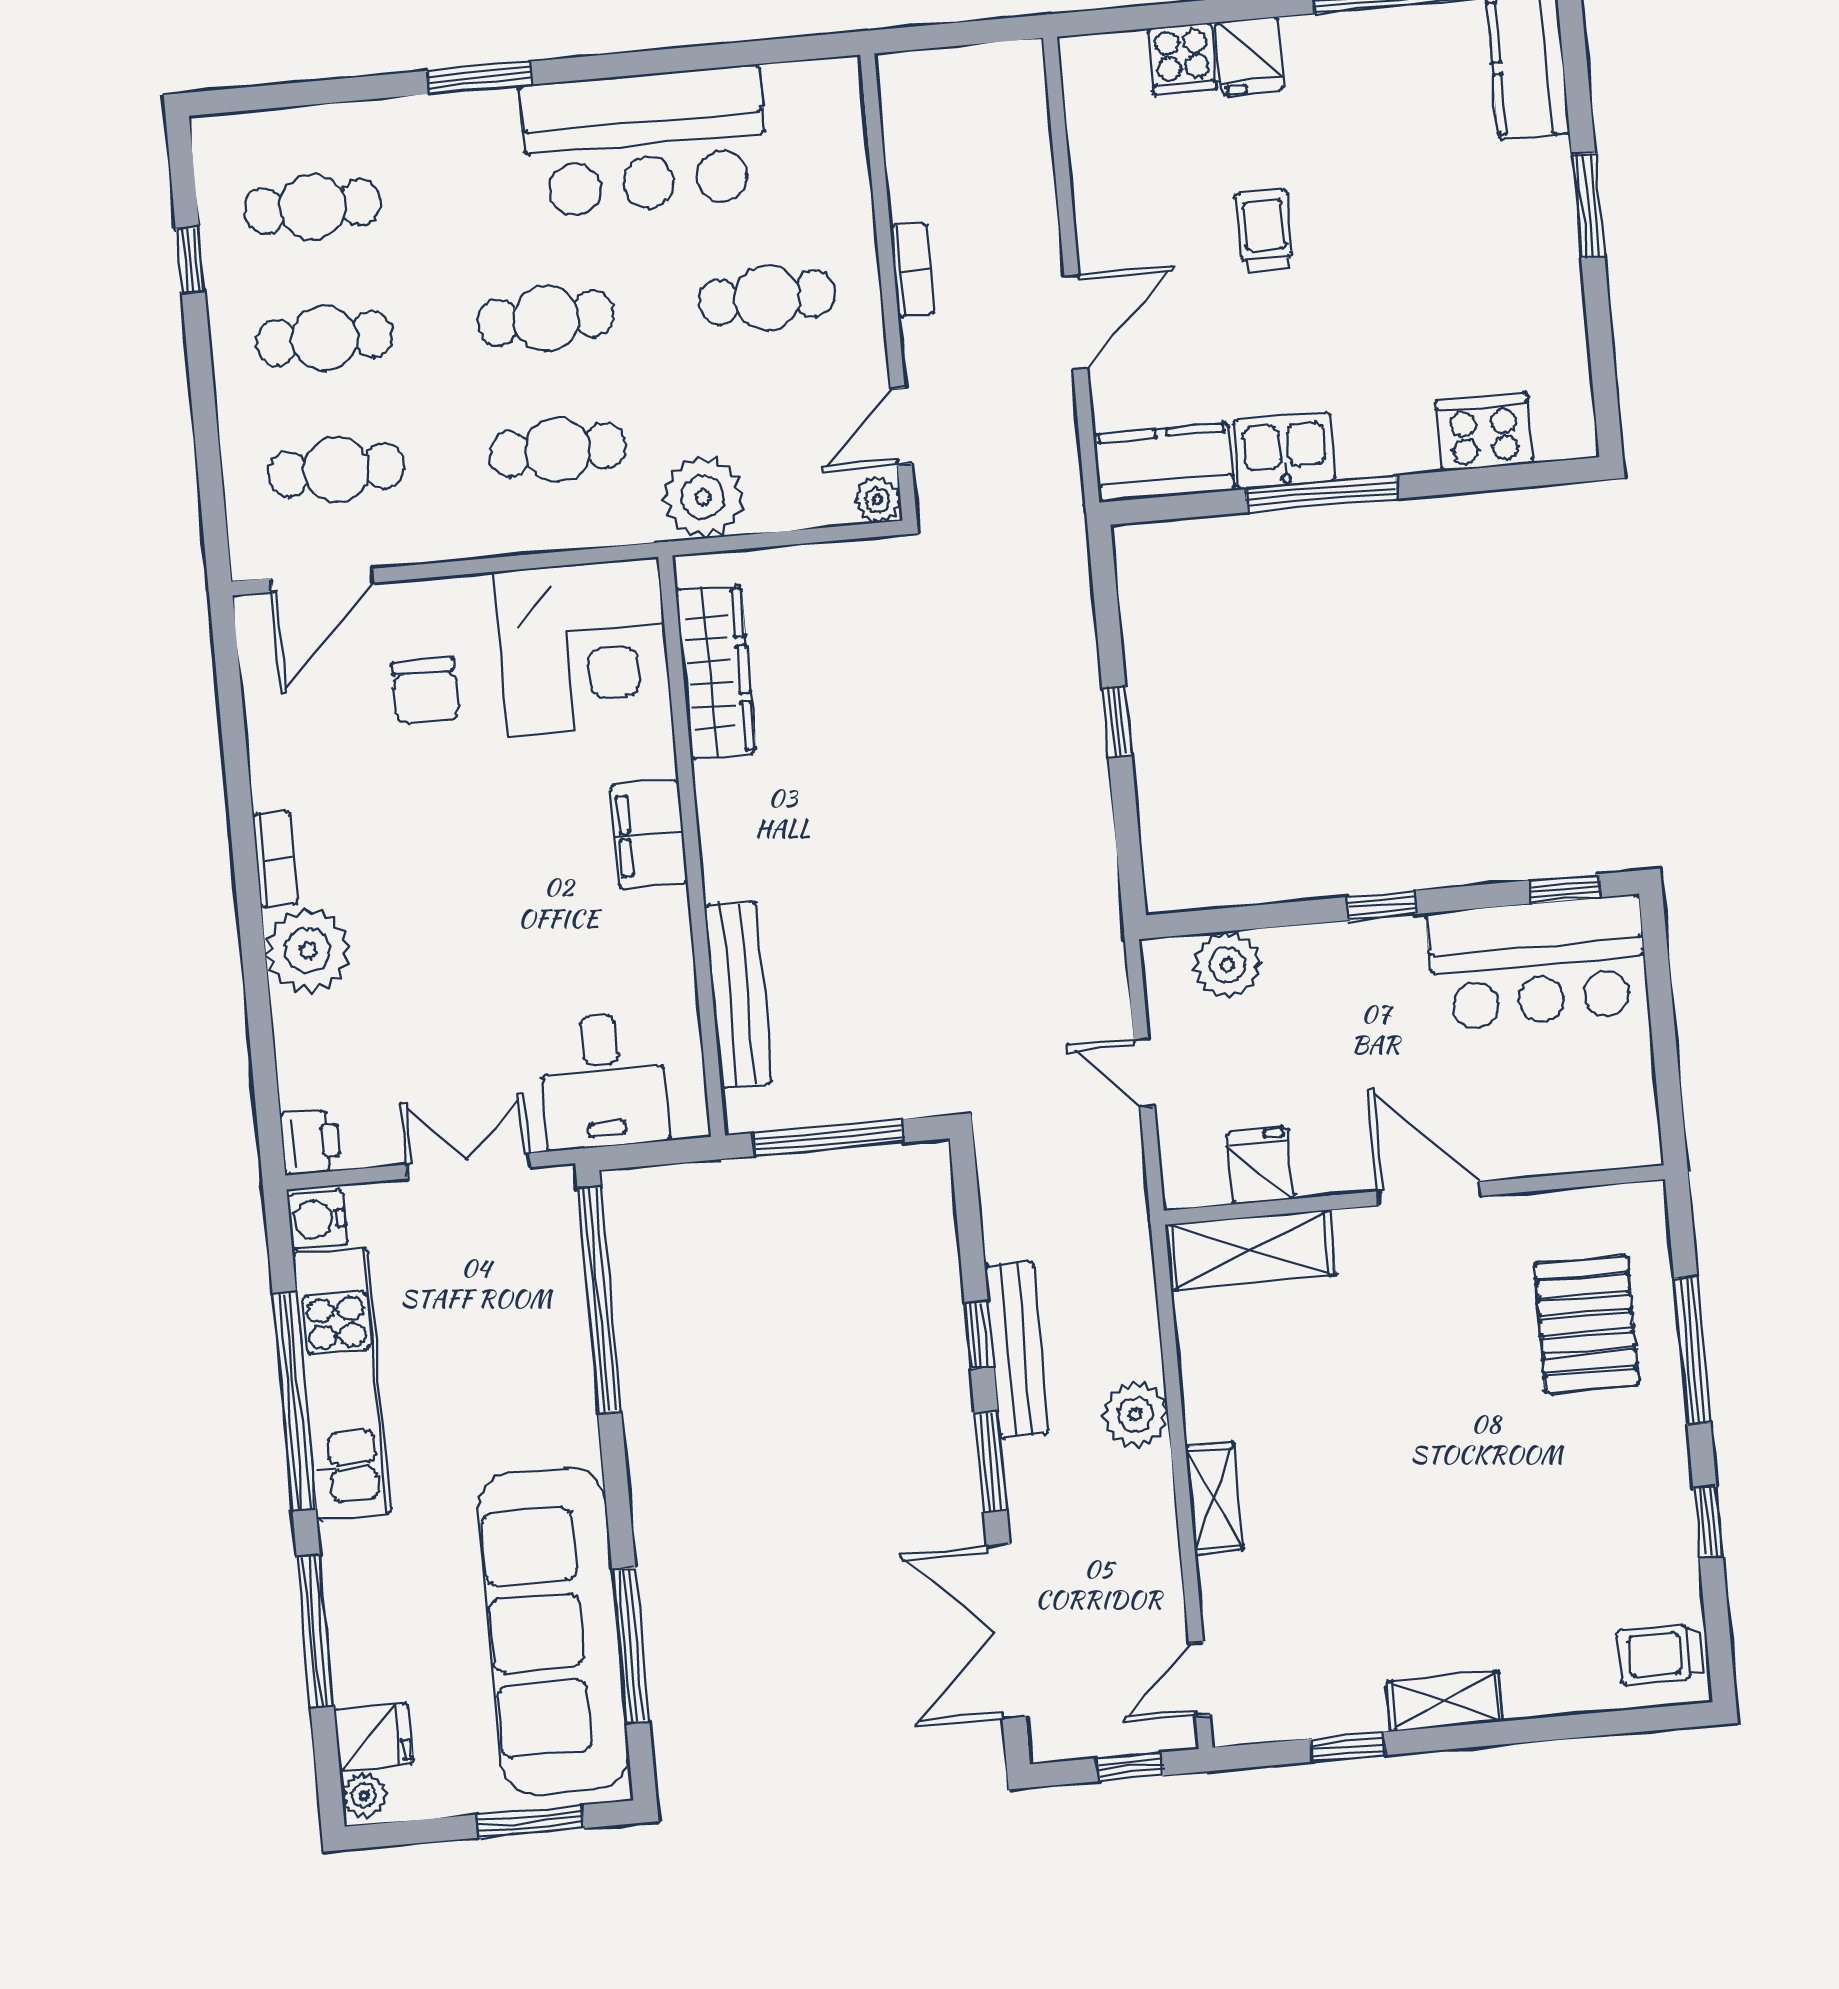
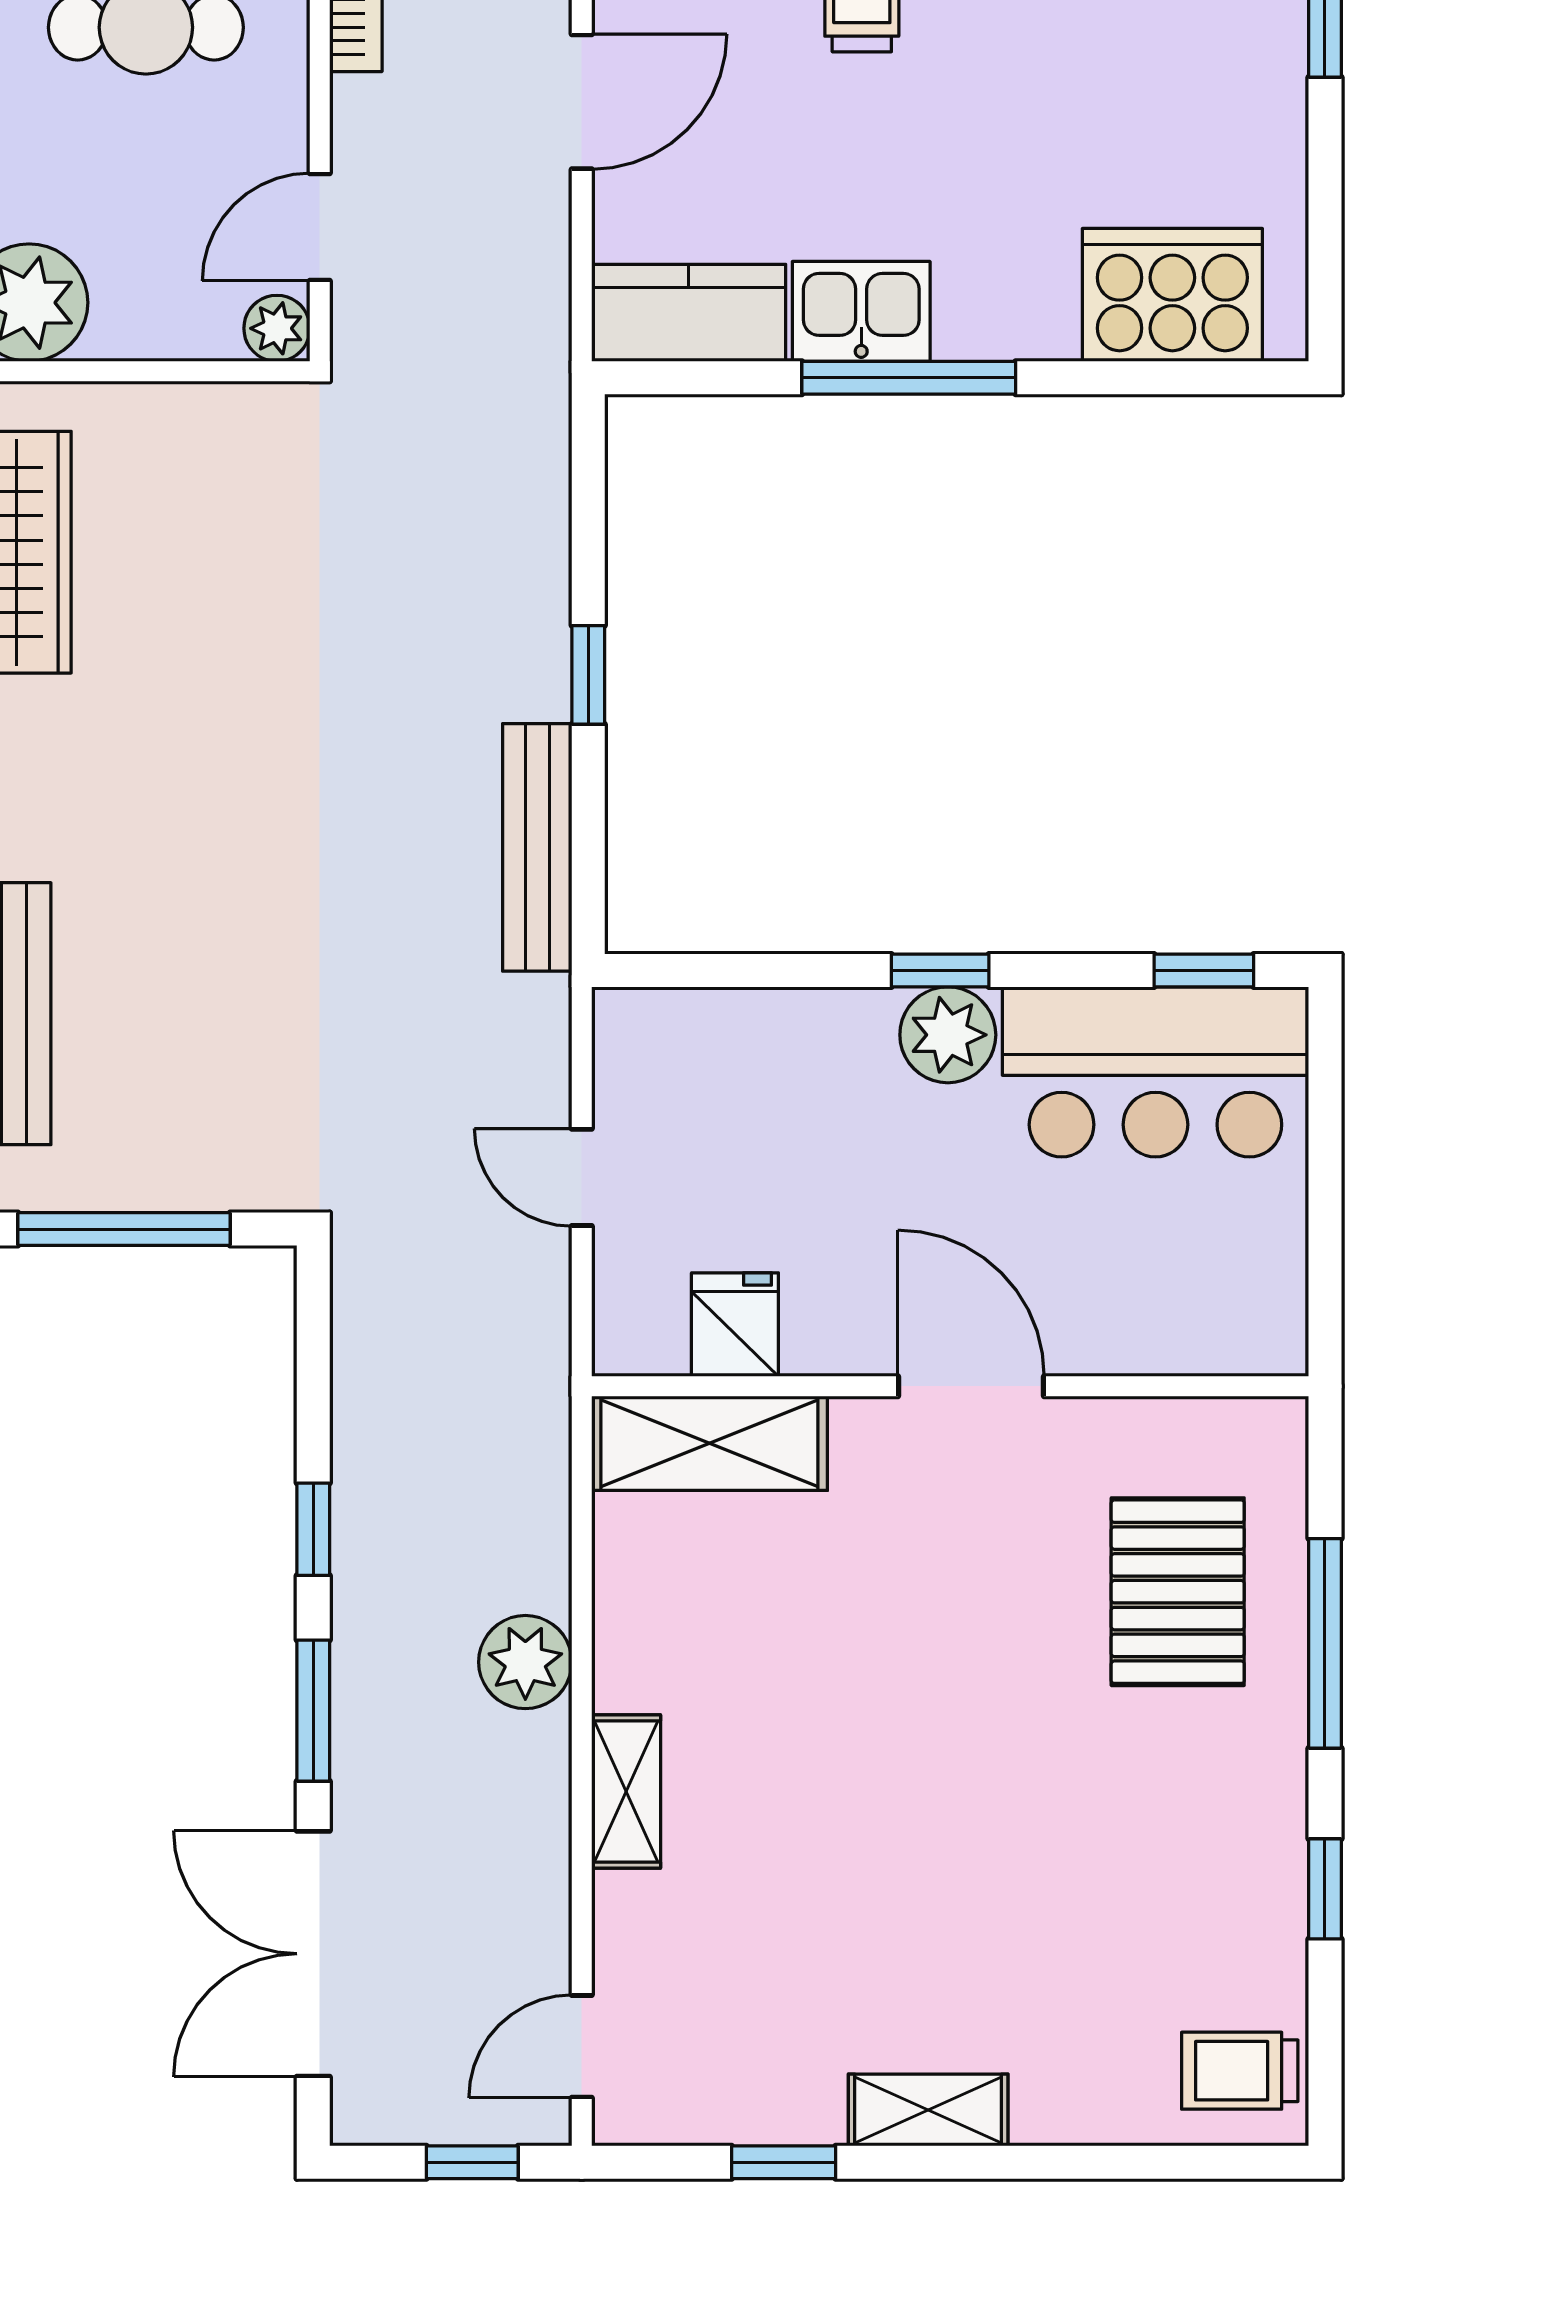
cooker: (1484, 432) -> (1172, 295), width x1.37, depth x1.31
plant: (1227, 965) -> (948, 1035), moved
bench: (1016, 1350) -> (537, 847), moved

